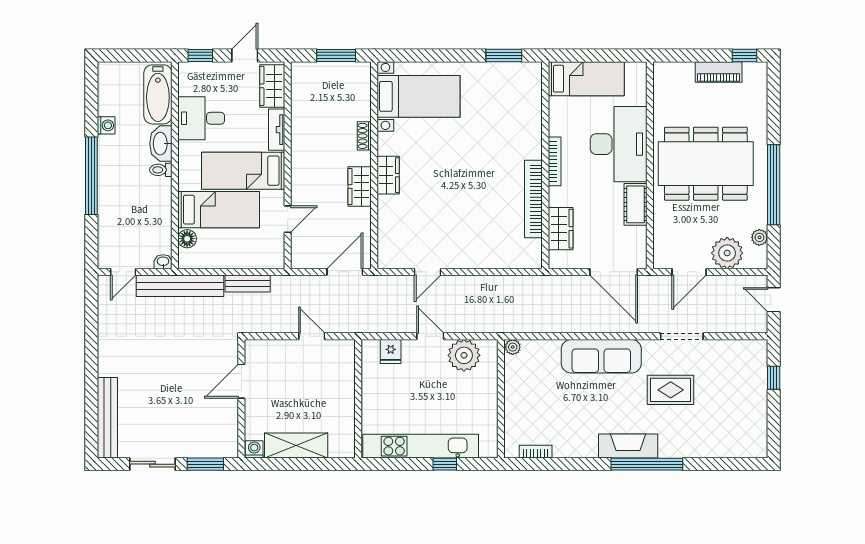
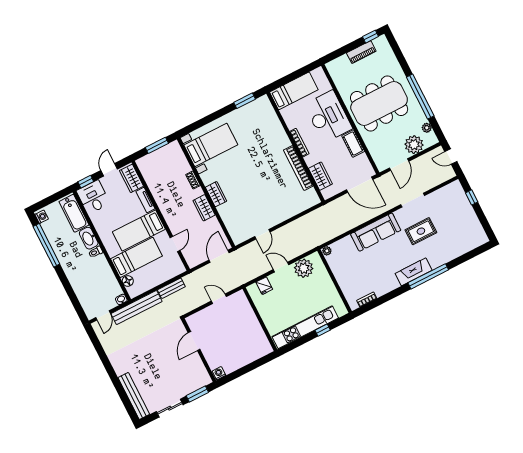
desk: (201, 118) -> (93, 197), moved, turned 90
washing machine: (106, 125) -> (42, 217), moved
window: (91, 176) -> (46, 245), moved
shelving: (296, 445) -> (240, 360), removed

